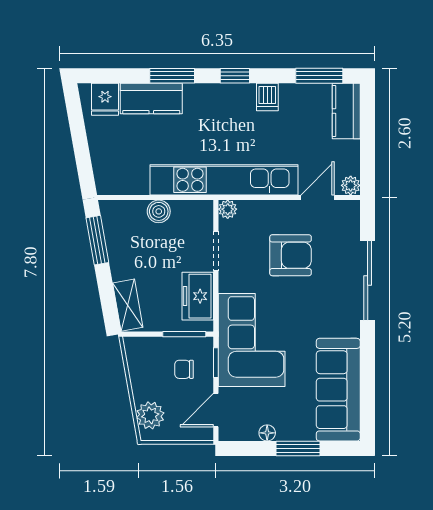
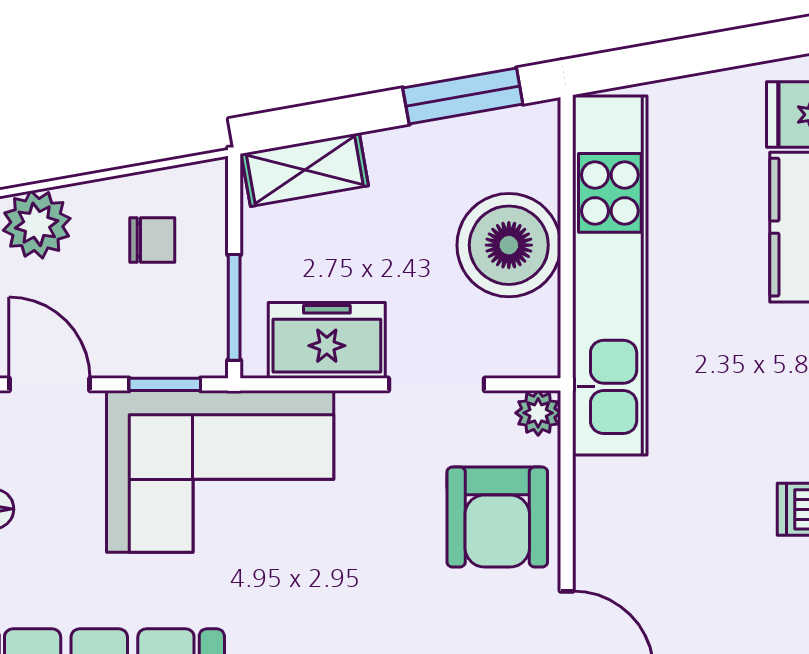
kitchen unit: (224, 180) -> (610, 276), moved
boiler: (159, 211) -> (509, 245), width x1.86, depth x1.86
armchair: (291, 255) -> (497, 517), moved
chair: (184, 369) -> (152, 240), moved, turned 90

